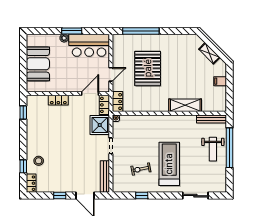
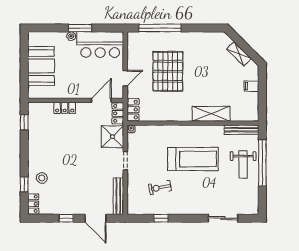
treadmill: (169, 164) -> (193, 159), moved, turned 90

